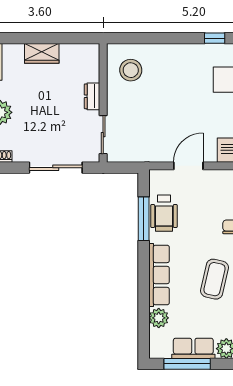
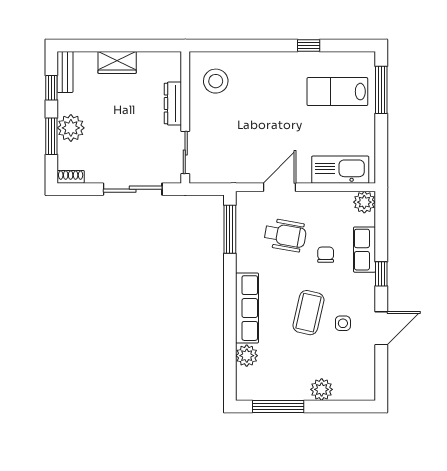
dresser: (92, 96) -> (173, 104), width x1.44
wheelchair: (164, 213) -> (285, 235), moved, turned -80
window: (144, 219) -> (230, 229), moved
row of seats: (193, 348) -> (285, 389), removed

